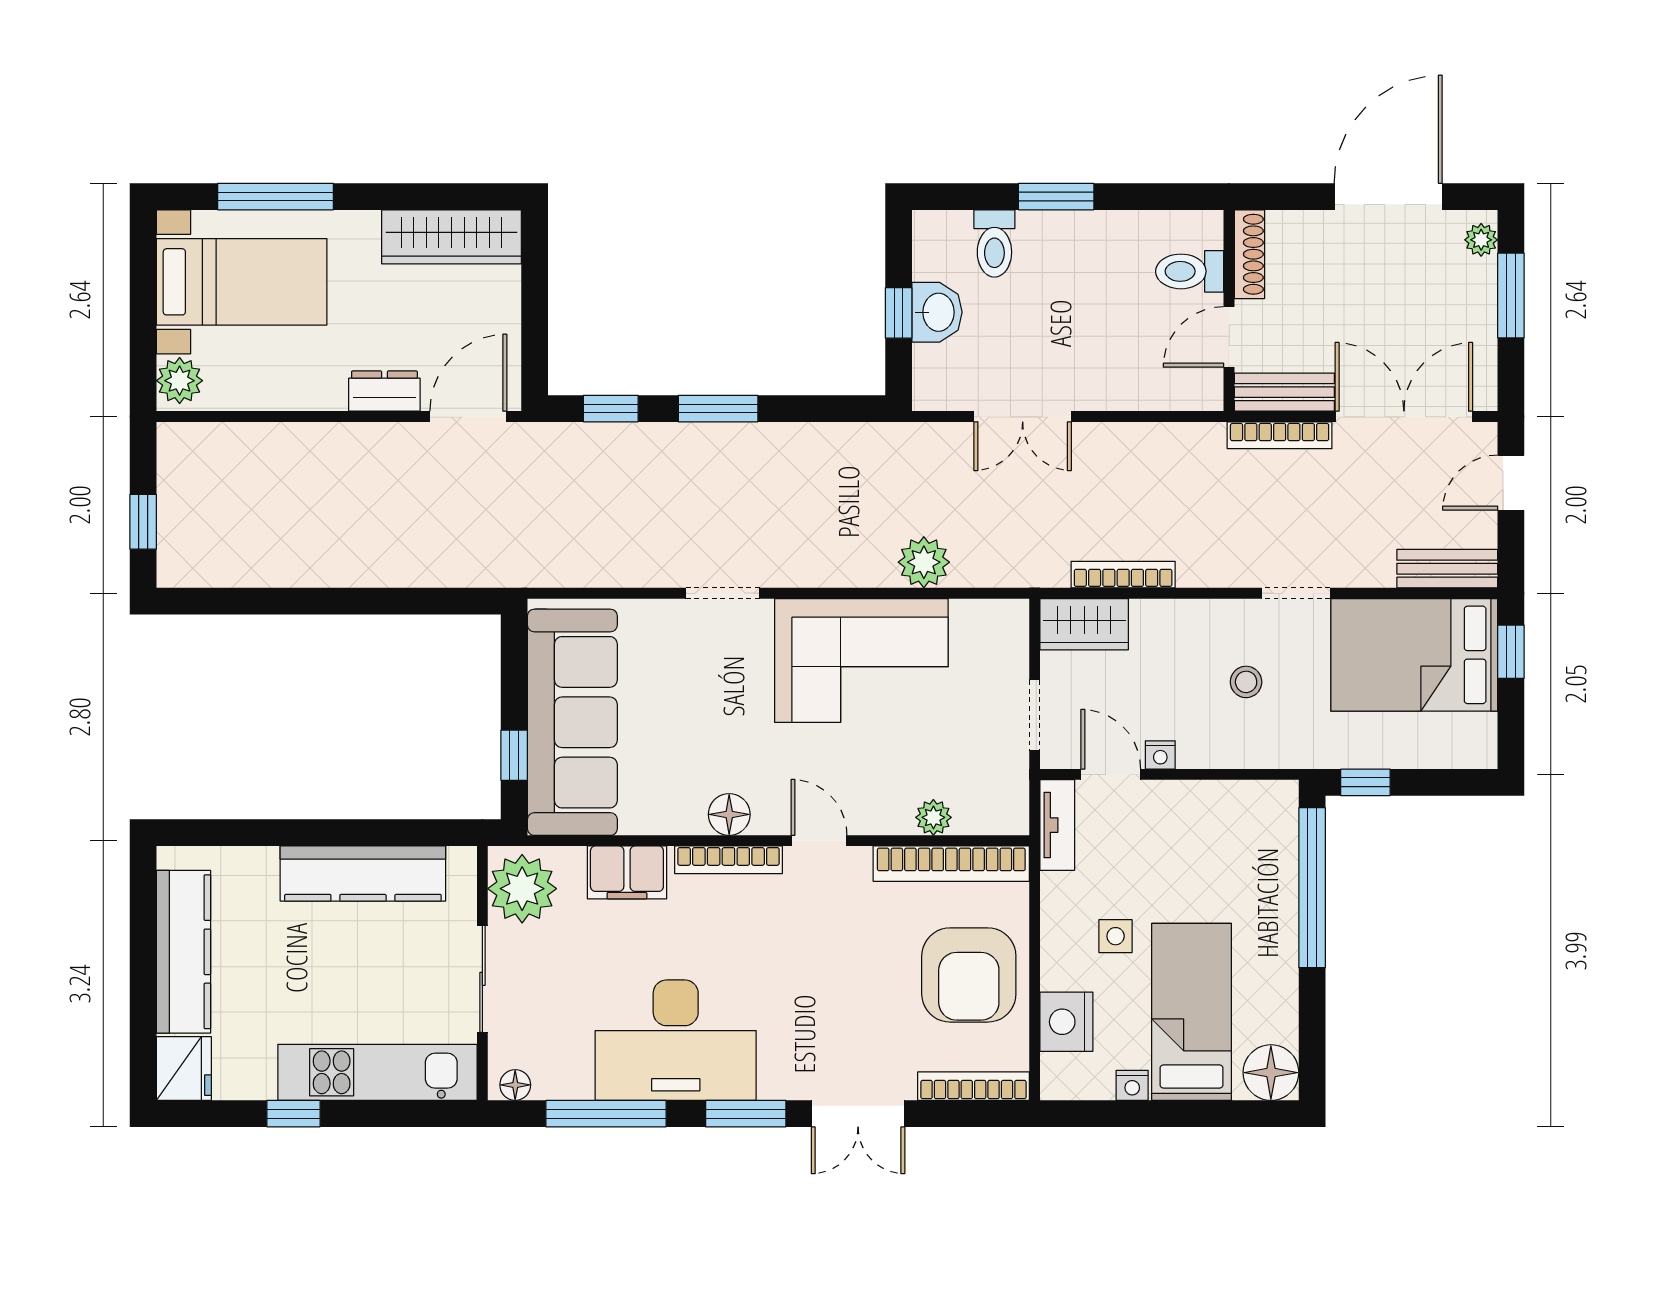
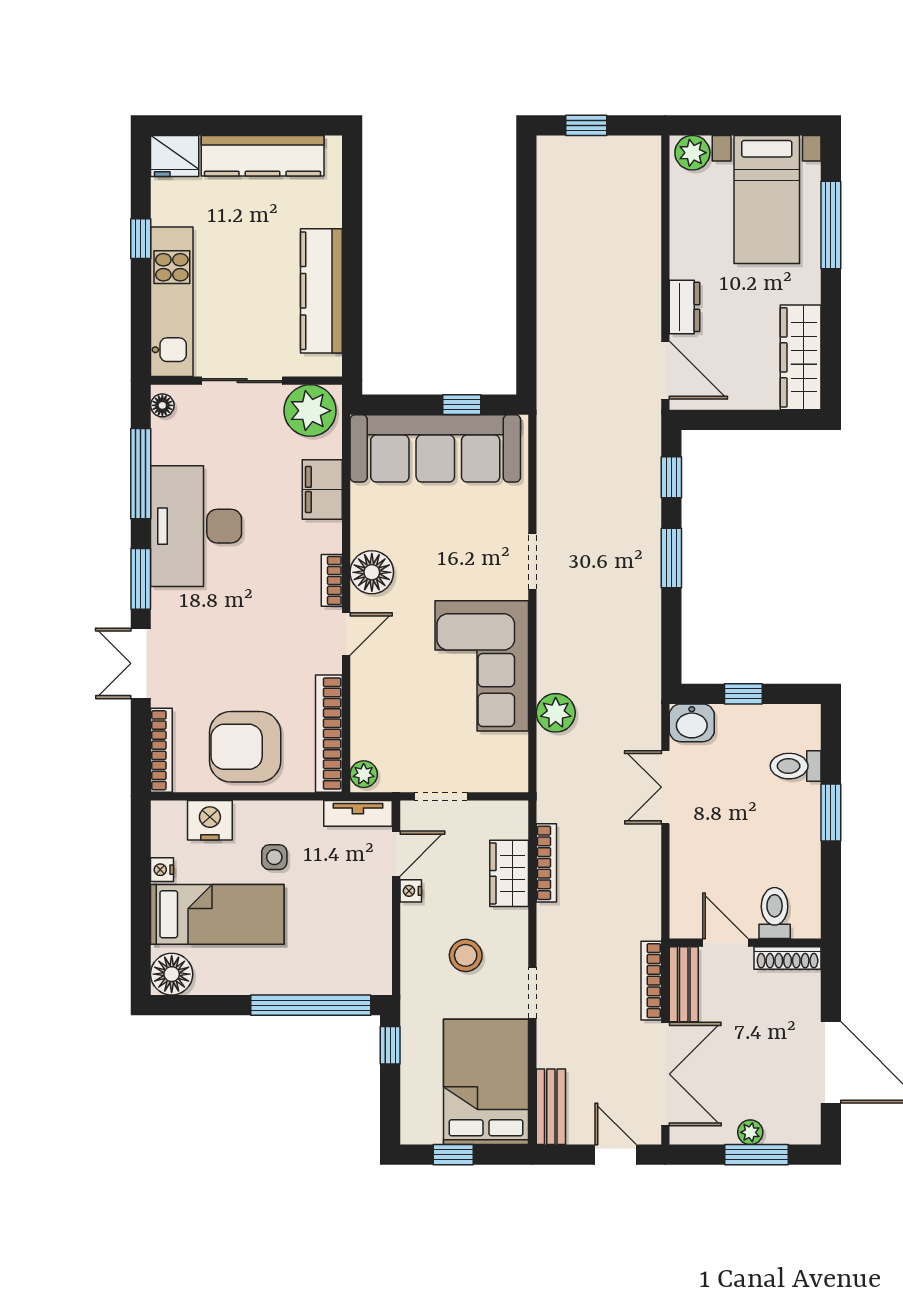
plant: (1481, 240) -> (750, 1132), moved
washbasin: (937, 312) -> (692, 723), moved
wardrobe: (1084, 624) -> (509, 873), moved
window: (1511, 652) -> (453, 1155), moved
stool: (1246, 682) -> (466, 955), width x1.37, depth x1.37
window: (514, 755) -> (462, 405), moved
floor lamp: (729, 814) -> (372, 572), width x1.38, depth x1.38
plant: (933, 817) -> (364, 774), moved
bookcase: (728, 860) -> (332, 580), width x0.64

